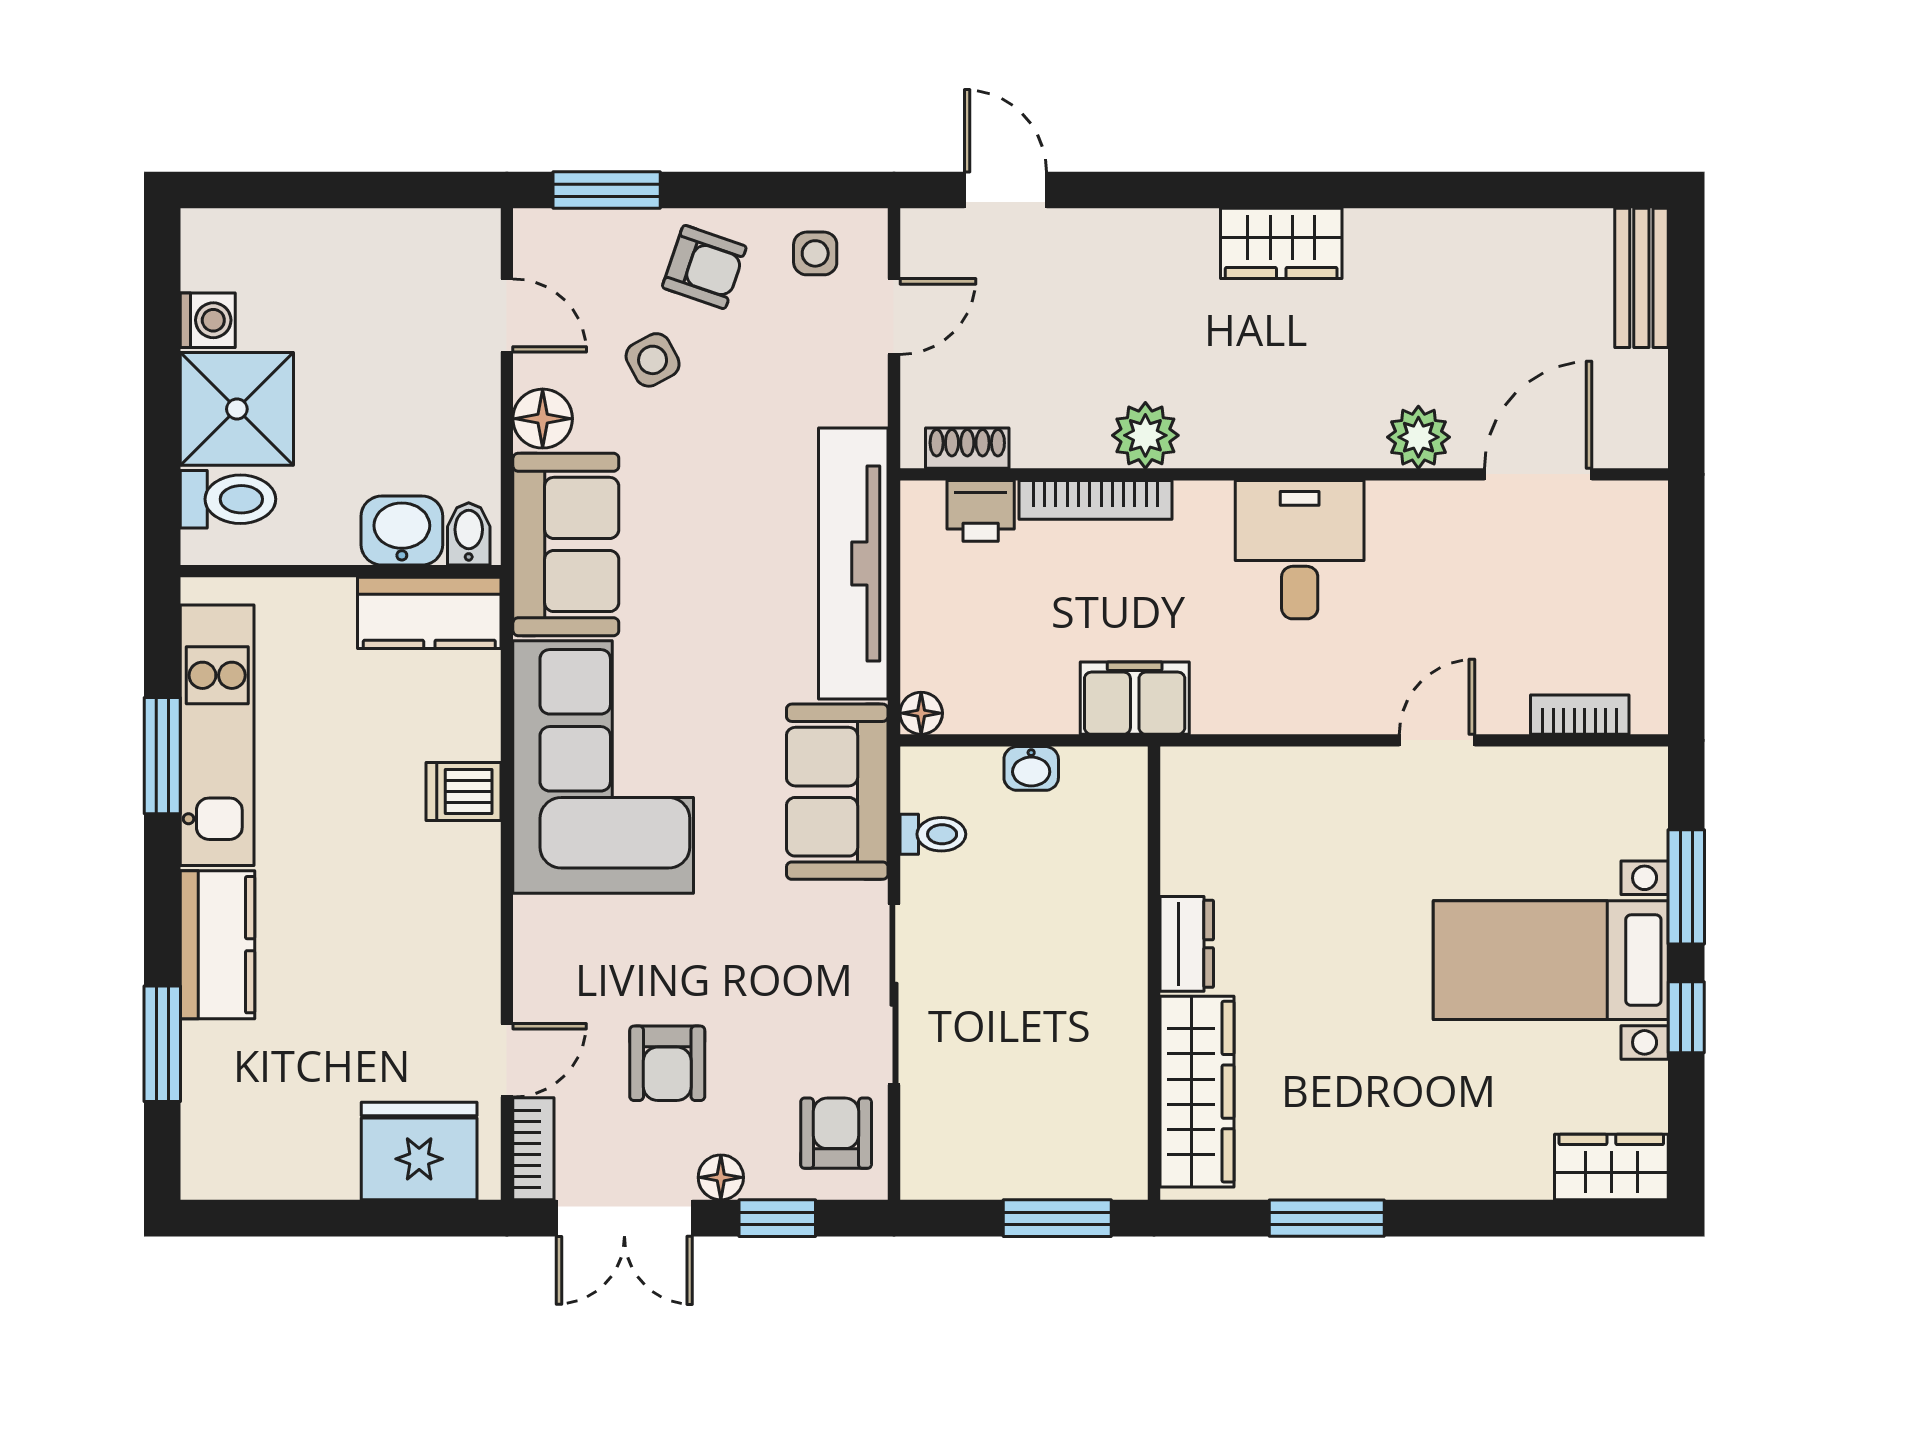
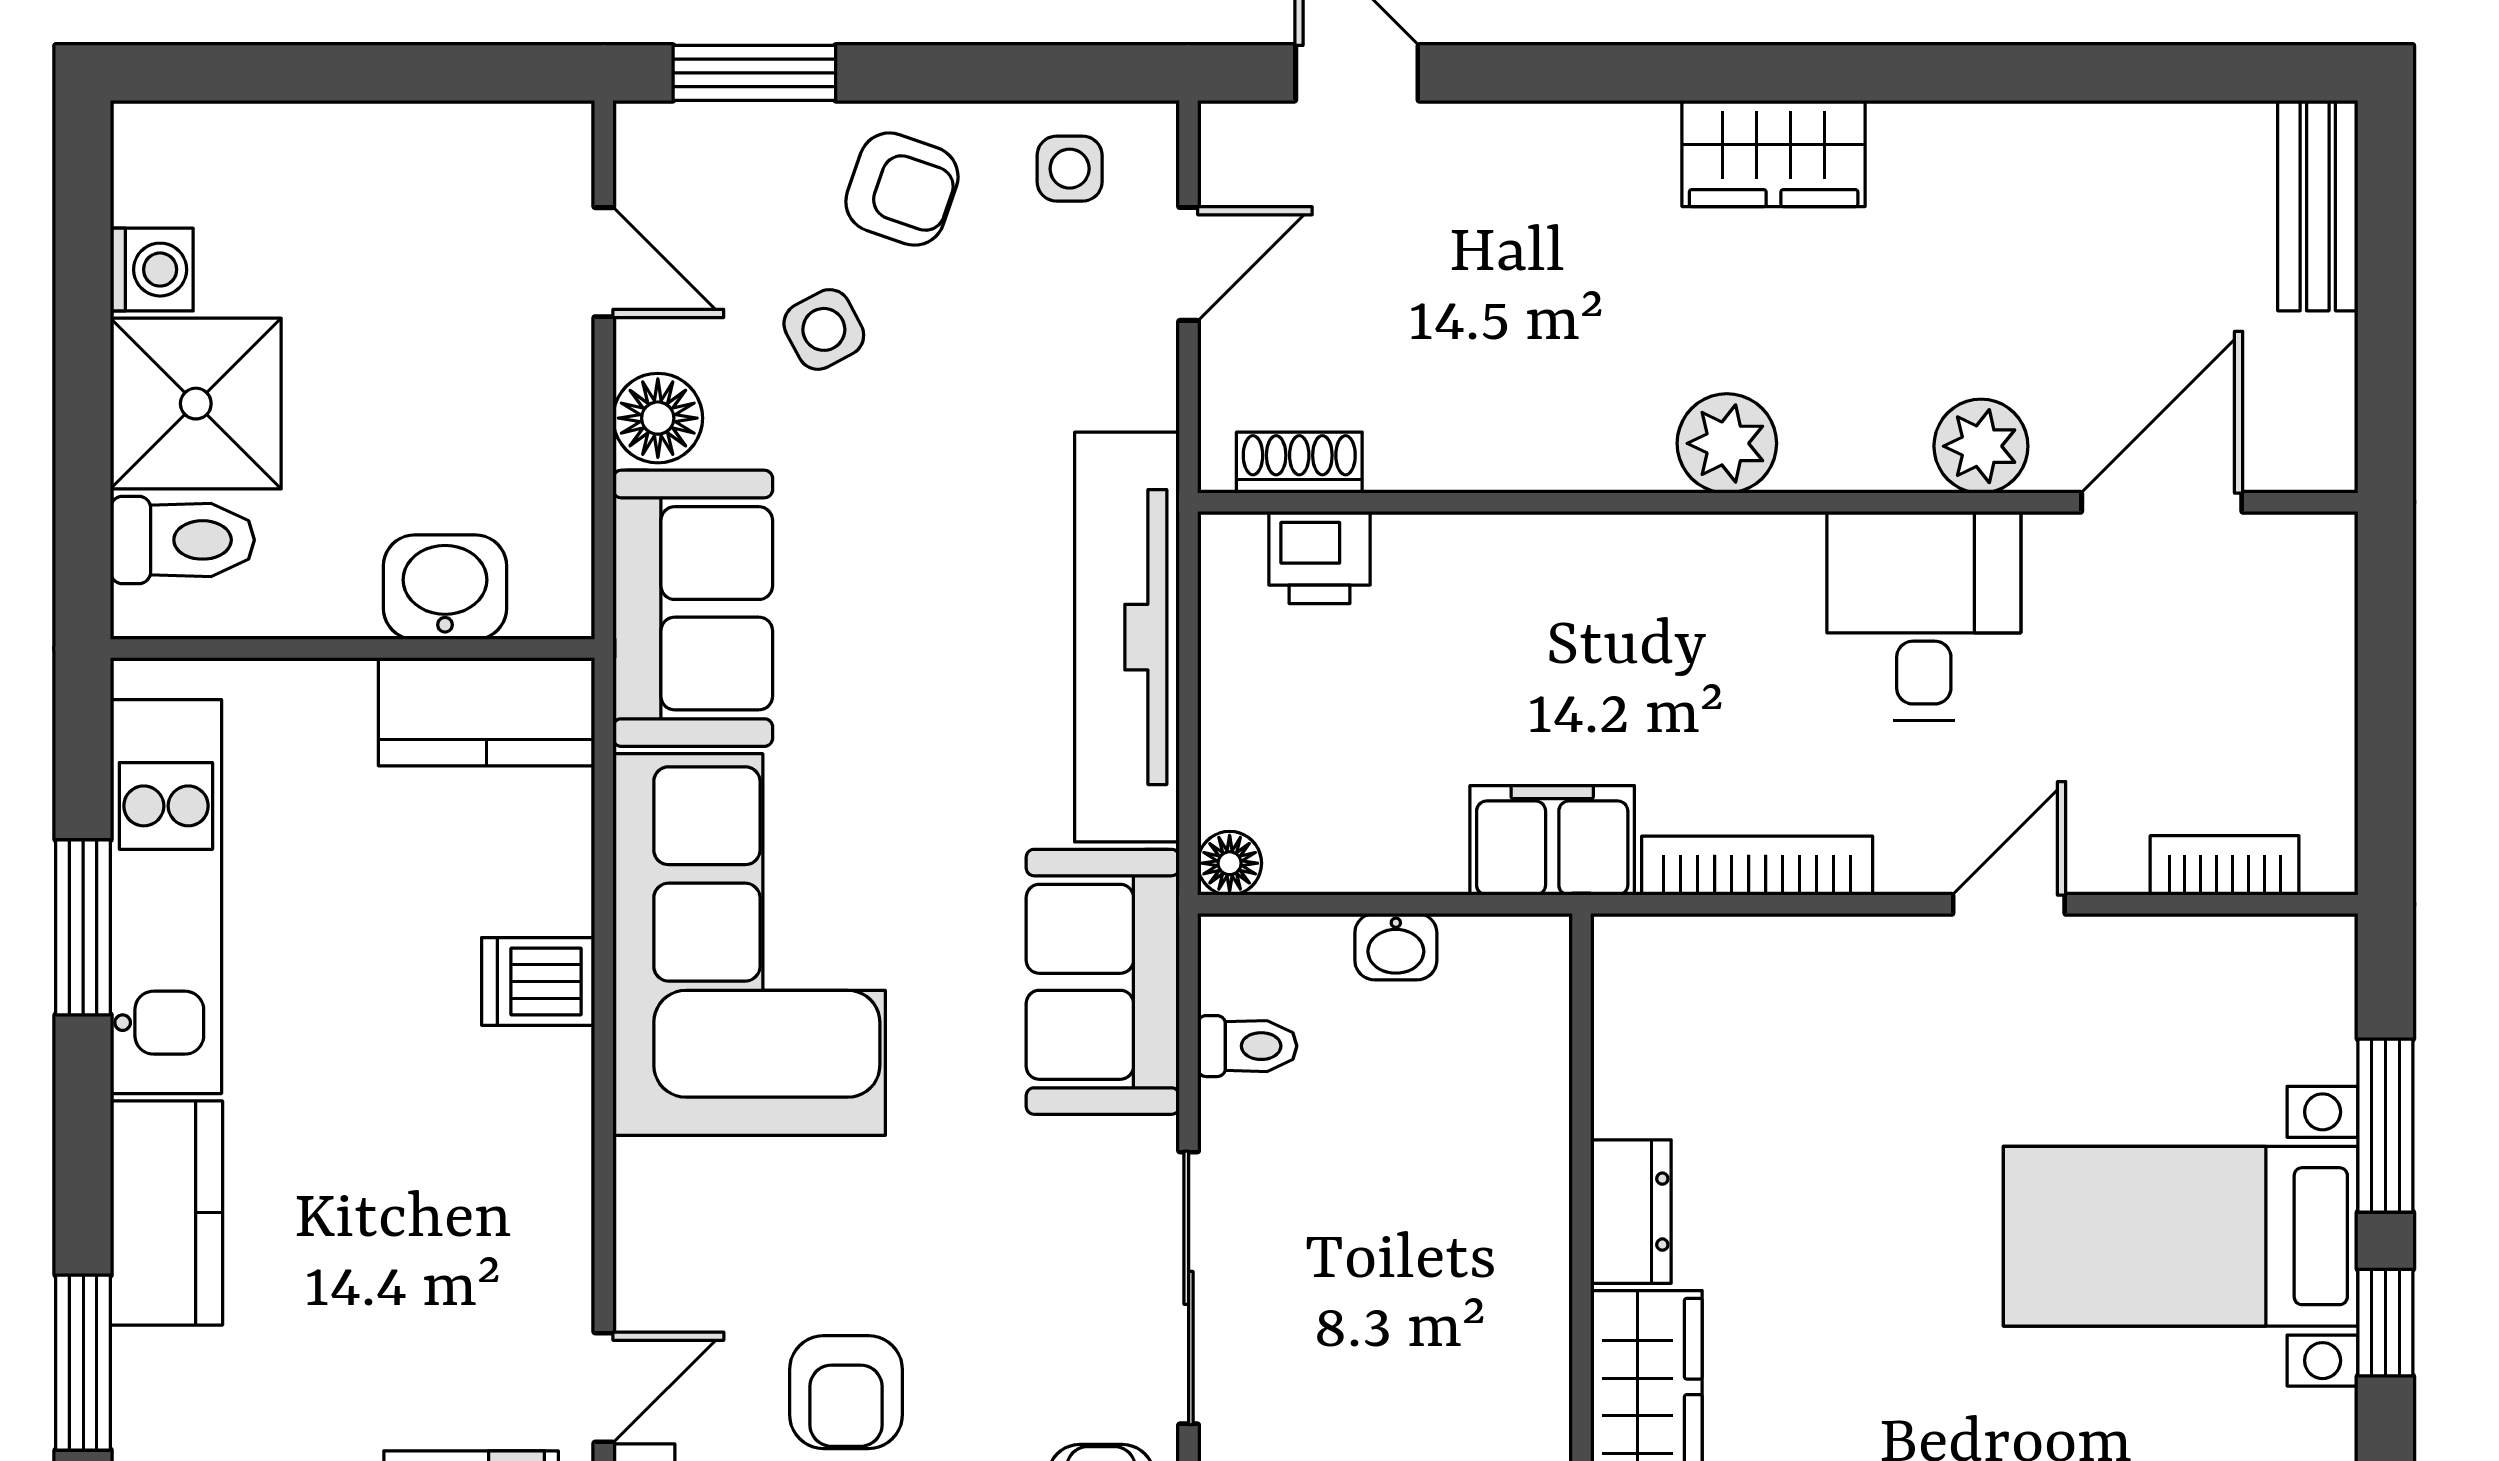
plant: (1145, 435) -> (1727, 443), moved
bookcase: (1095, 500) -> (1757, 866), moved, turned 180
bidet: (469, 534) -> (546, 592), removed
desk: (1300, 550) -> (1924, 616), moved

